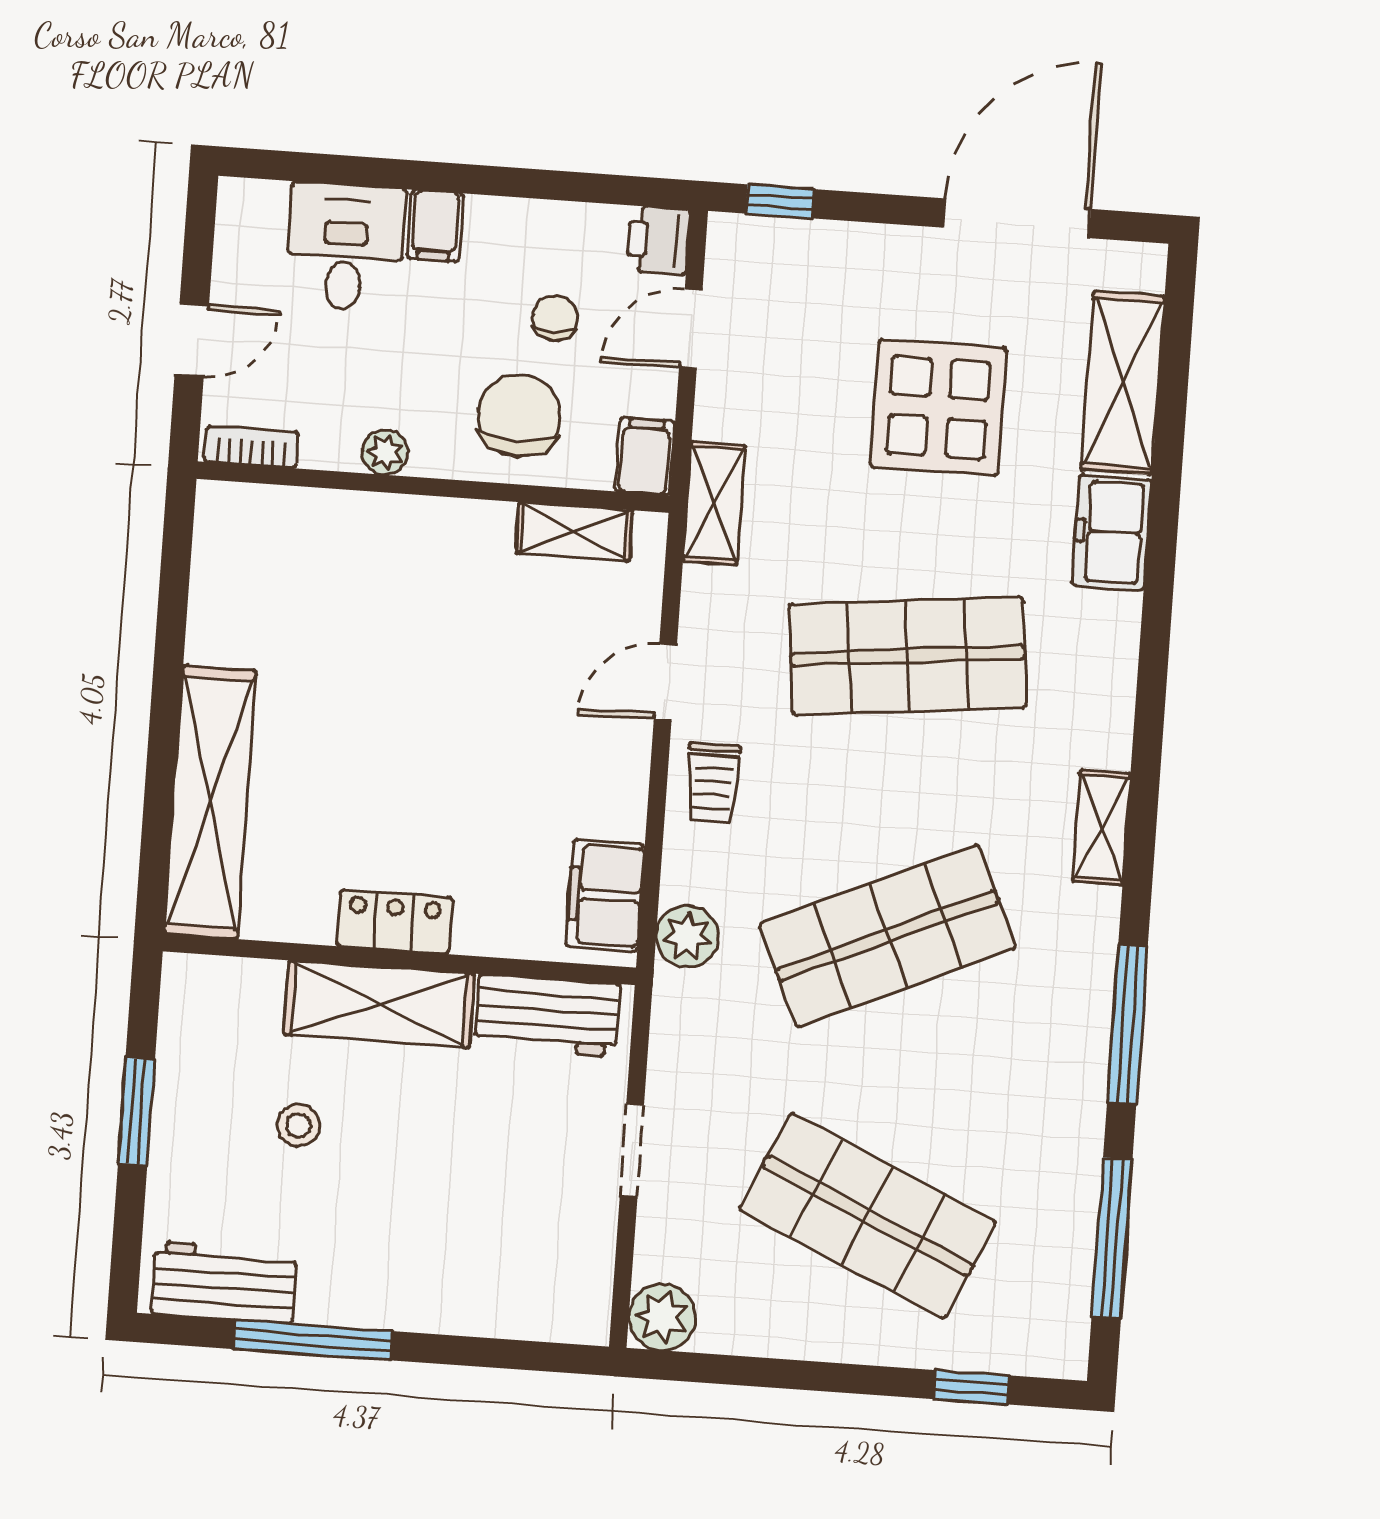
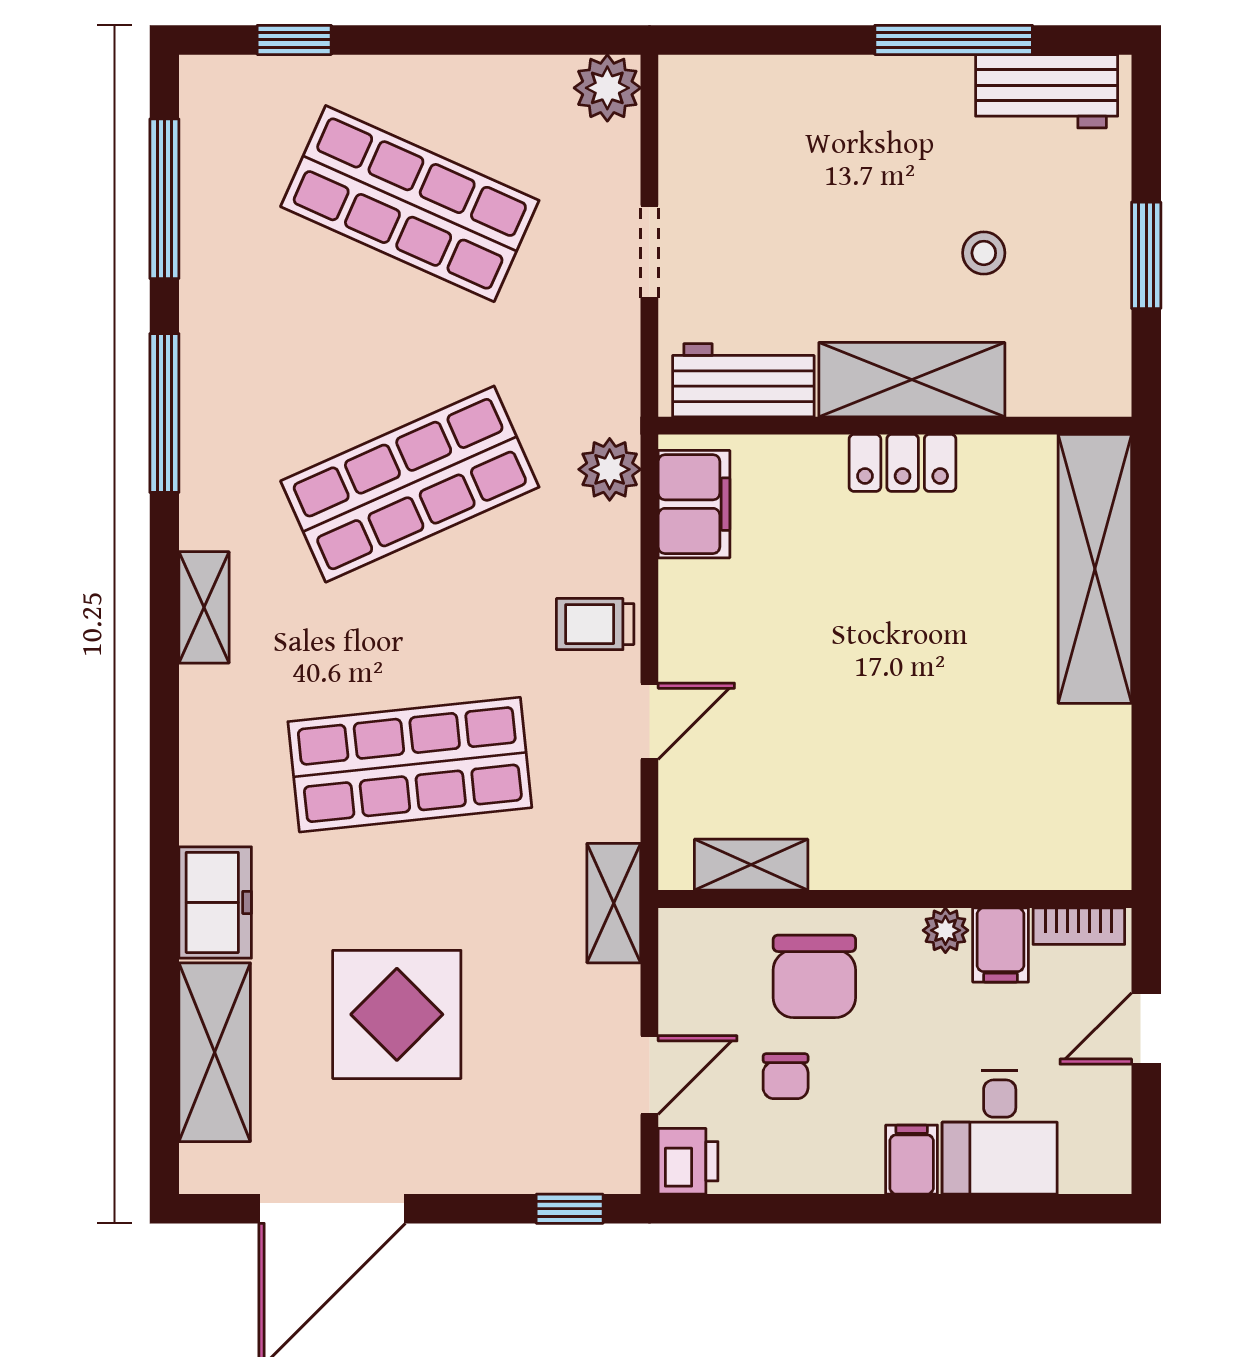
filing cabinet: (645, 456) -> (1001, 945), moved
trolley: (713, 783) -> (595, 624), turned -90

